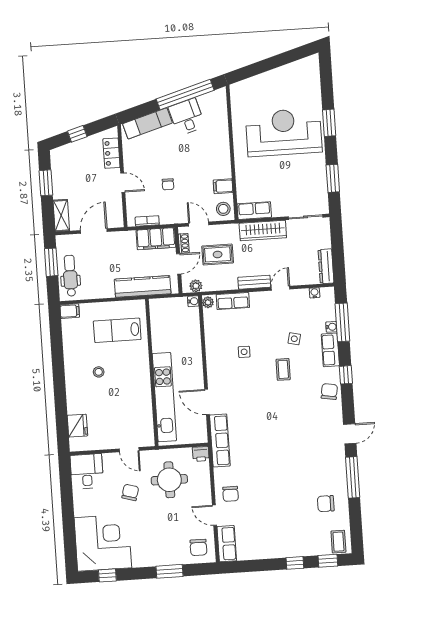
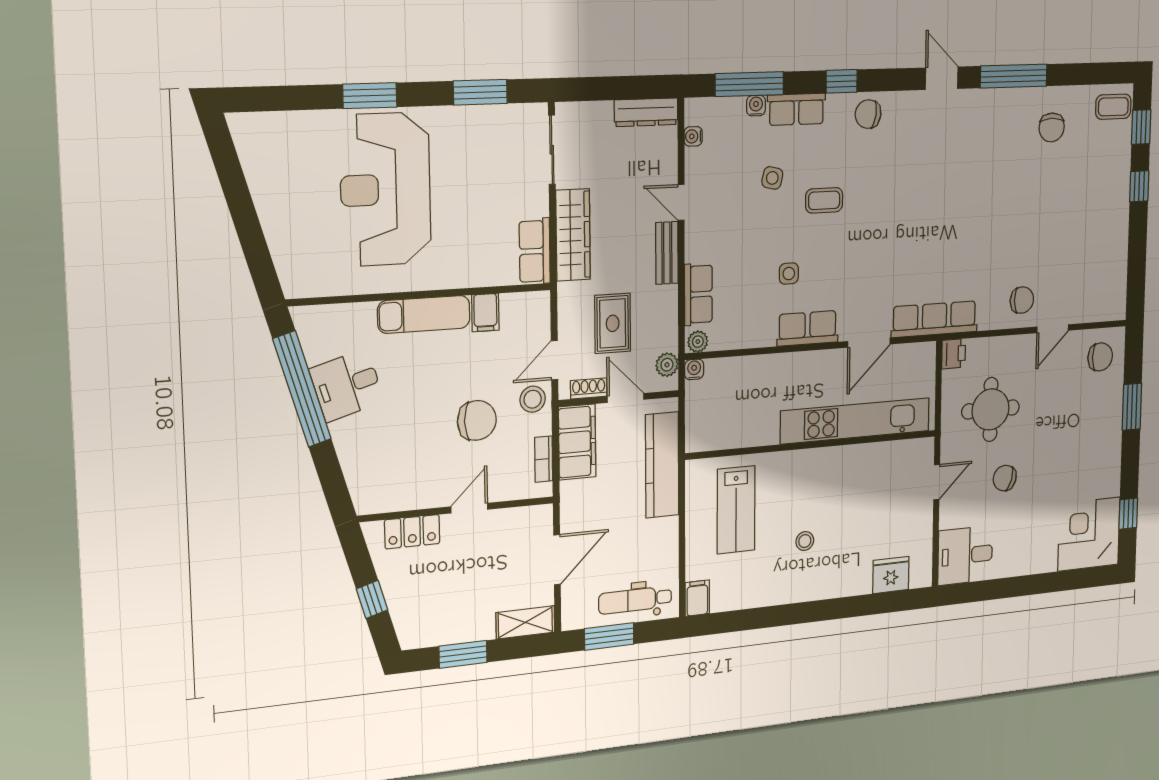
exam couch: (147, 123) -> (424, 314), moved, turned 106
chair: (168, 184) -> (477, 420), width x1.87, depth x1.87
stool: (223, 209) -> (533, 399), moved
door: (94, 231) -> (557, 560), swing flipped
corner desk: (103, 543) -> (1089, 534), width x0.74, depth x0.74
row of seats: (227, 544) -> (808, 328), moved

